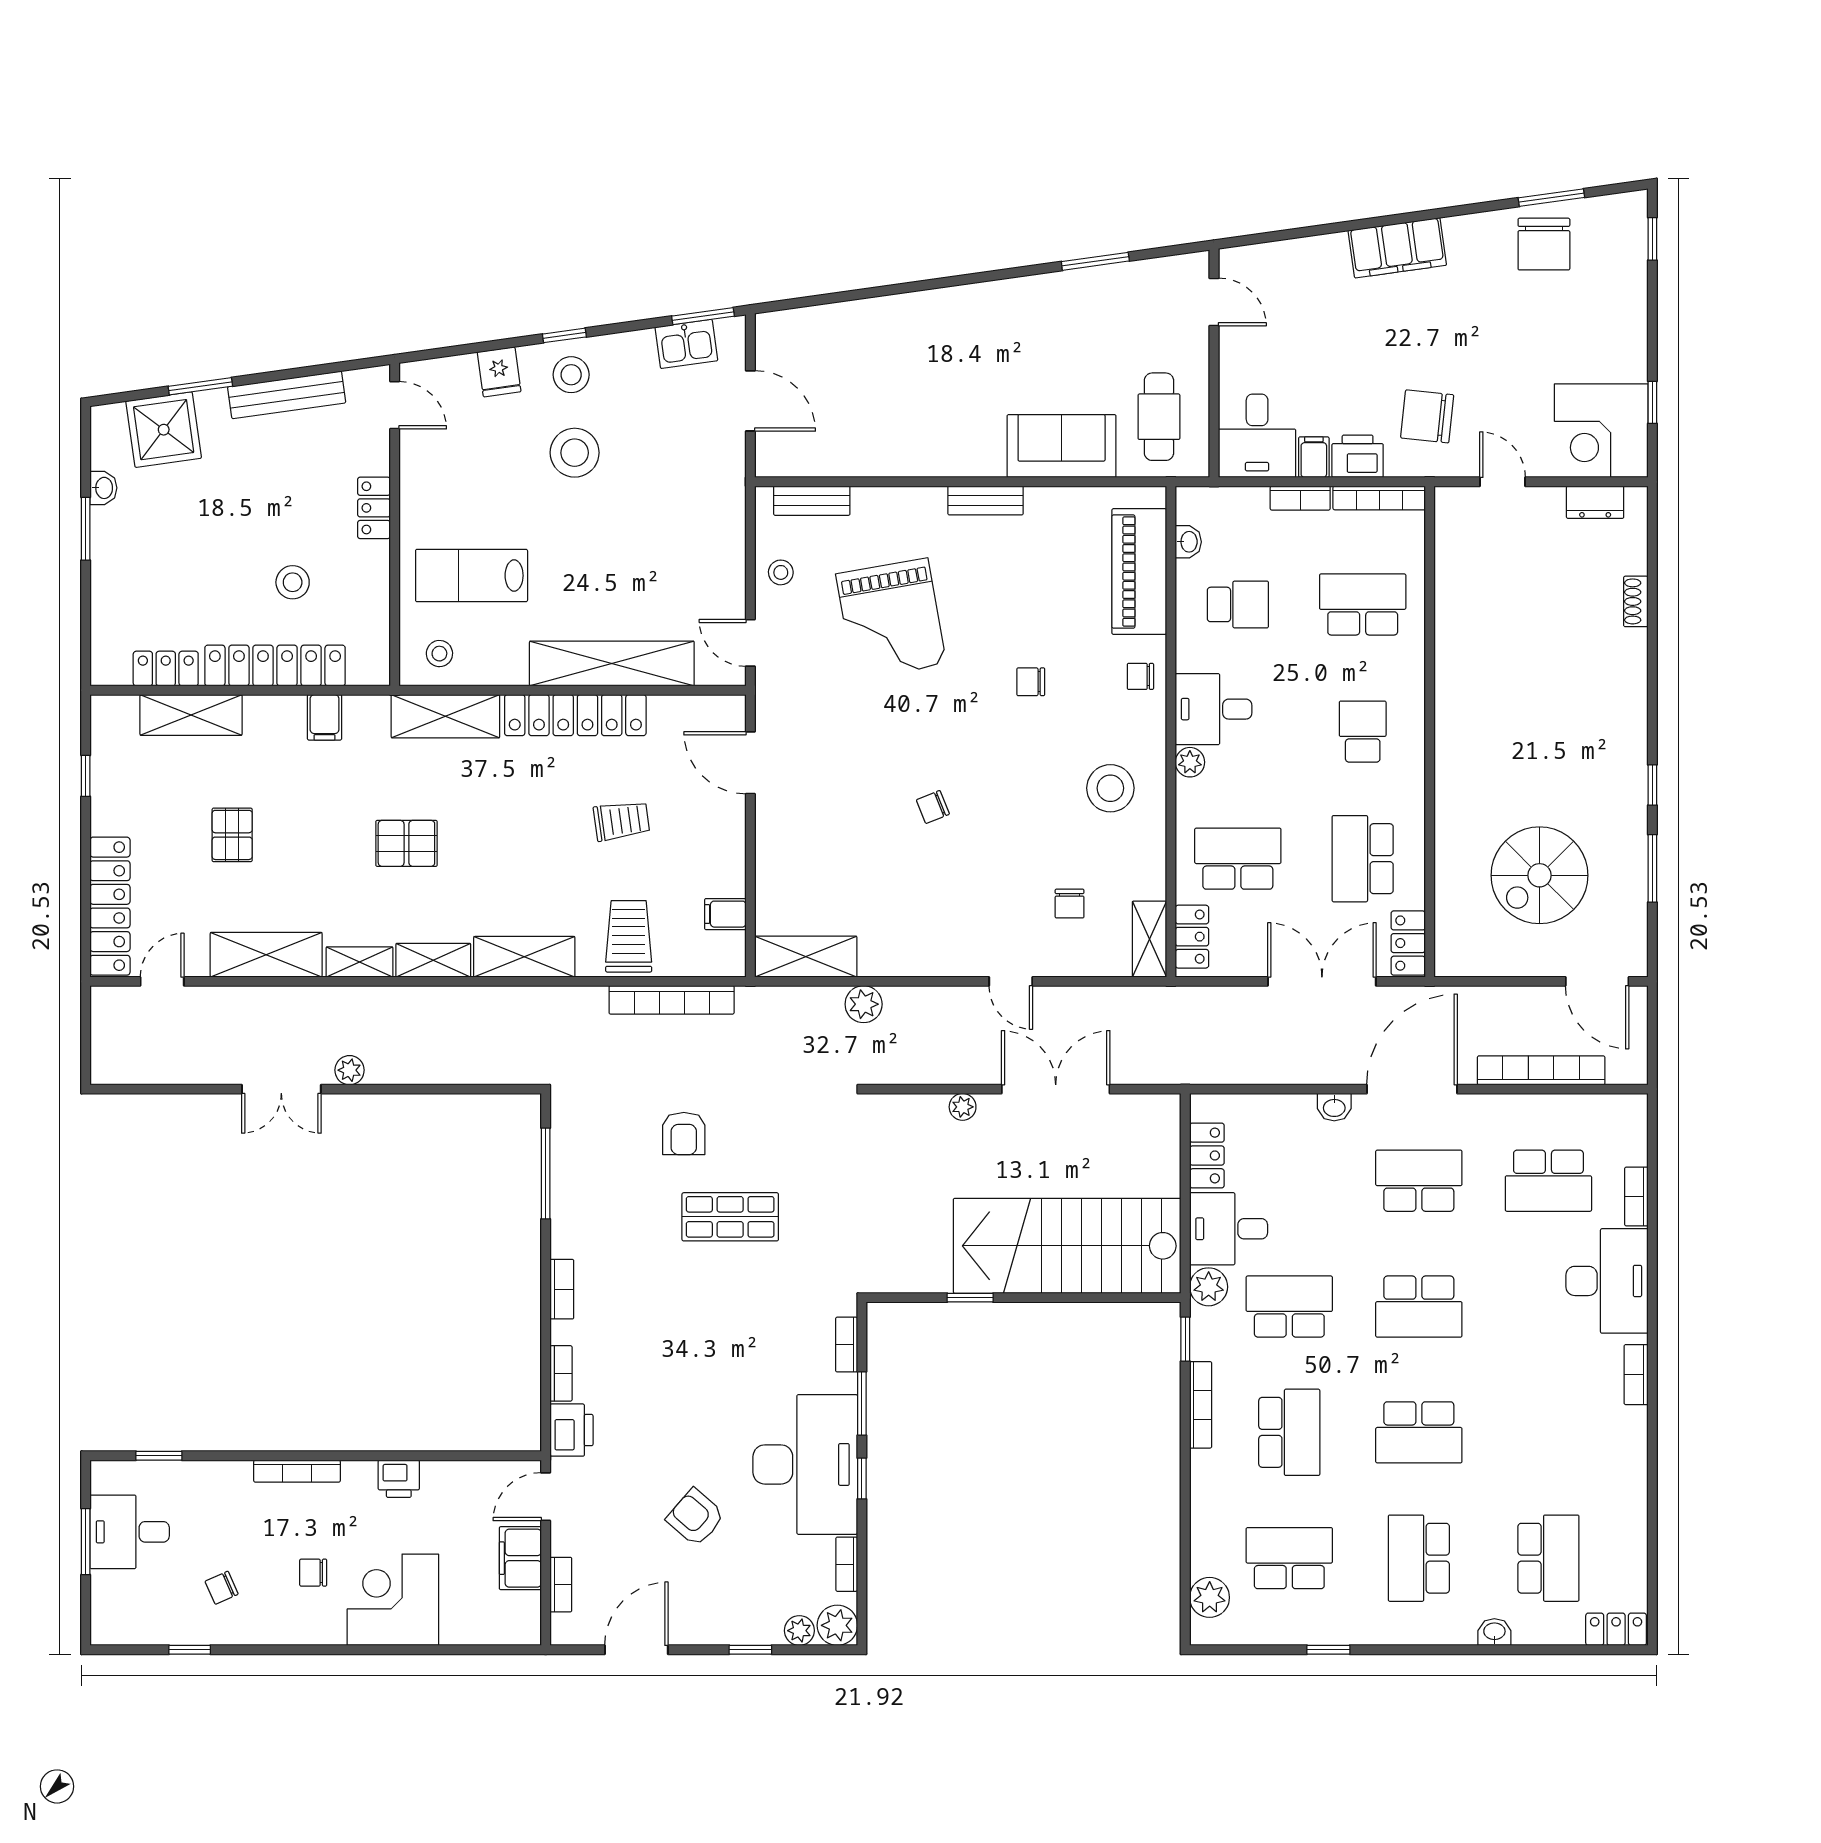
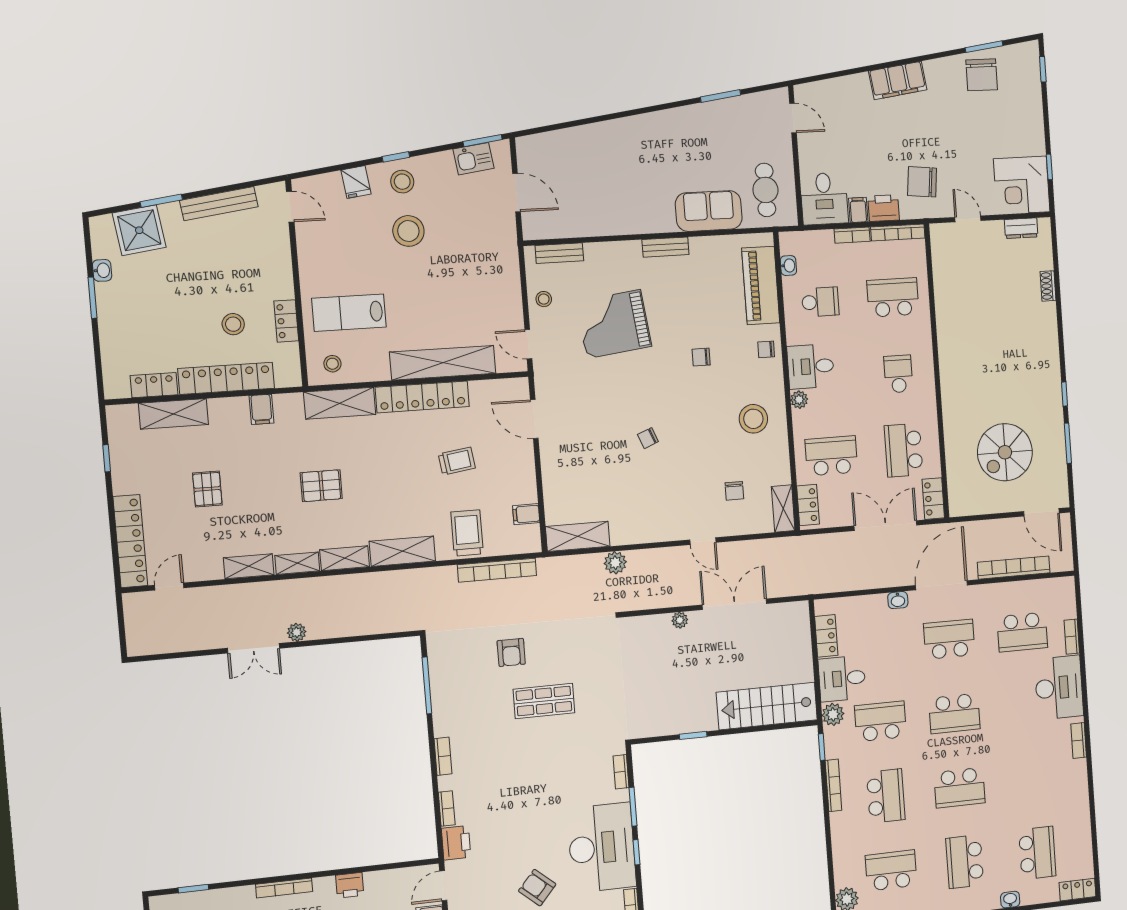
locker: (374, 508) -> (286, 321), moved
grand piano: (891, 619) -> (614, 324), turned 93
shelving: (266, 955) -> (249, 566), width x0.67, depth x0.75
stairs: (1067, 1246) -> (767, 706), width x0.73, depth x0.66

